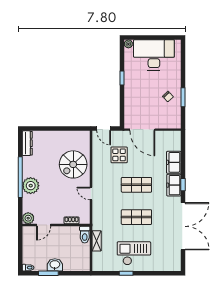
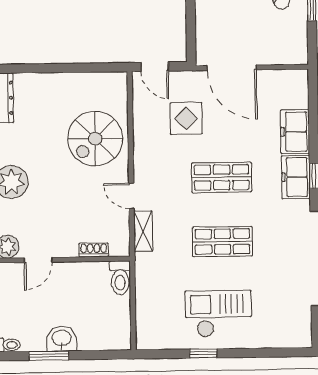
shelving: (97, 241) -> (143, 231), moved

